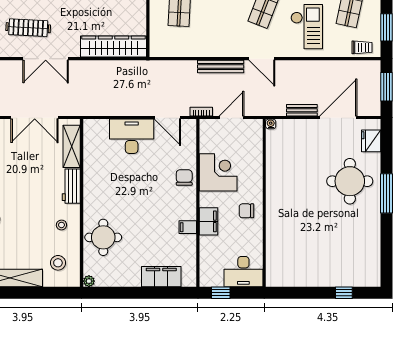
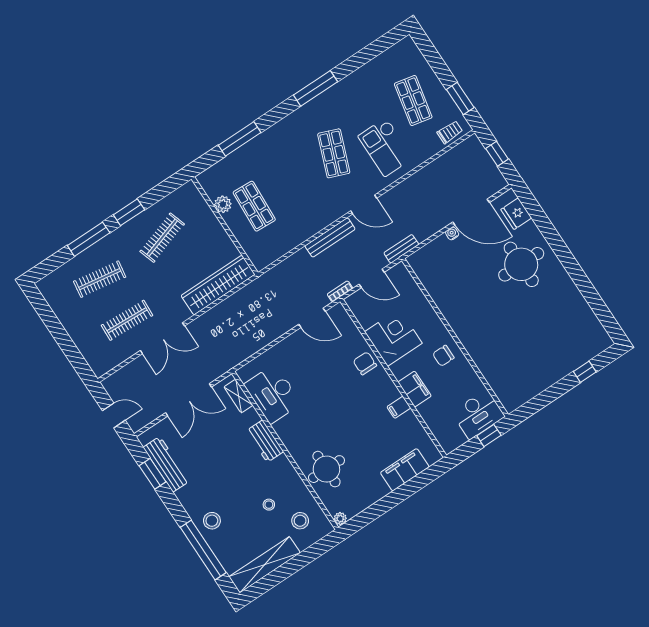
checkout: (307, 27) -> (386, 147), turned 180
window: (386, 87) -> (497, 154), width x0.67
bench: (302, 110) -> (401, 249), moved
door: (231, 118) -> (372, 278), swing flipped
door: (338, 118) -> (471, 212), swing flipped
water cooler: (271, 124) -> (452, 233), moved
desk: (132, 136) -> (273, 394), moved, turned -90
shelving: (72, 146) -> (238, 396), width x0.67, depth x0.75
window: (386, 193) -> (563, 253), removed
stool: (61, 225) -> (269, 505), moved
window: (221, 293) -> (489, 435), moved

